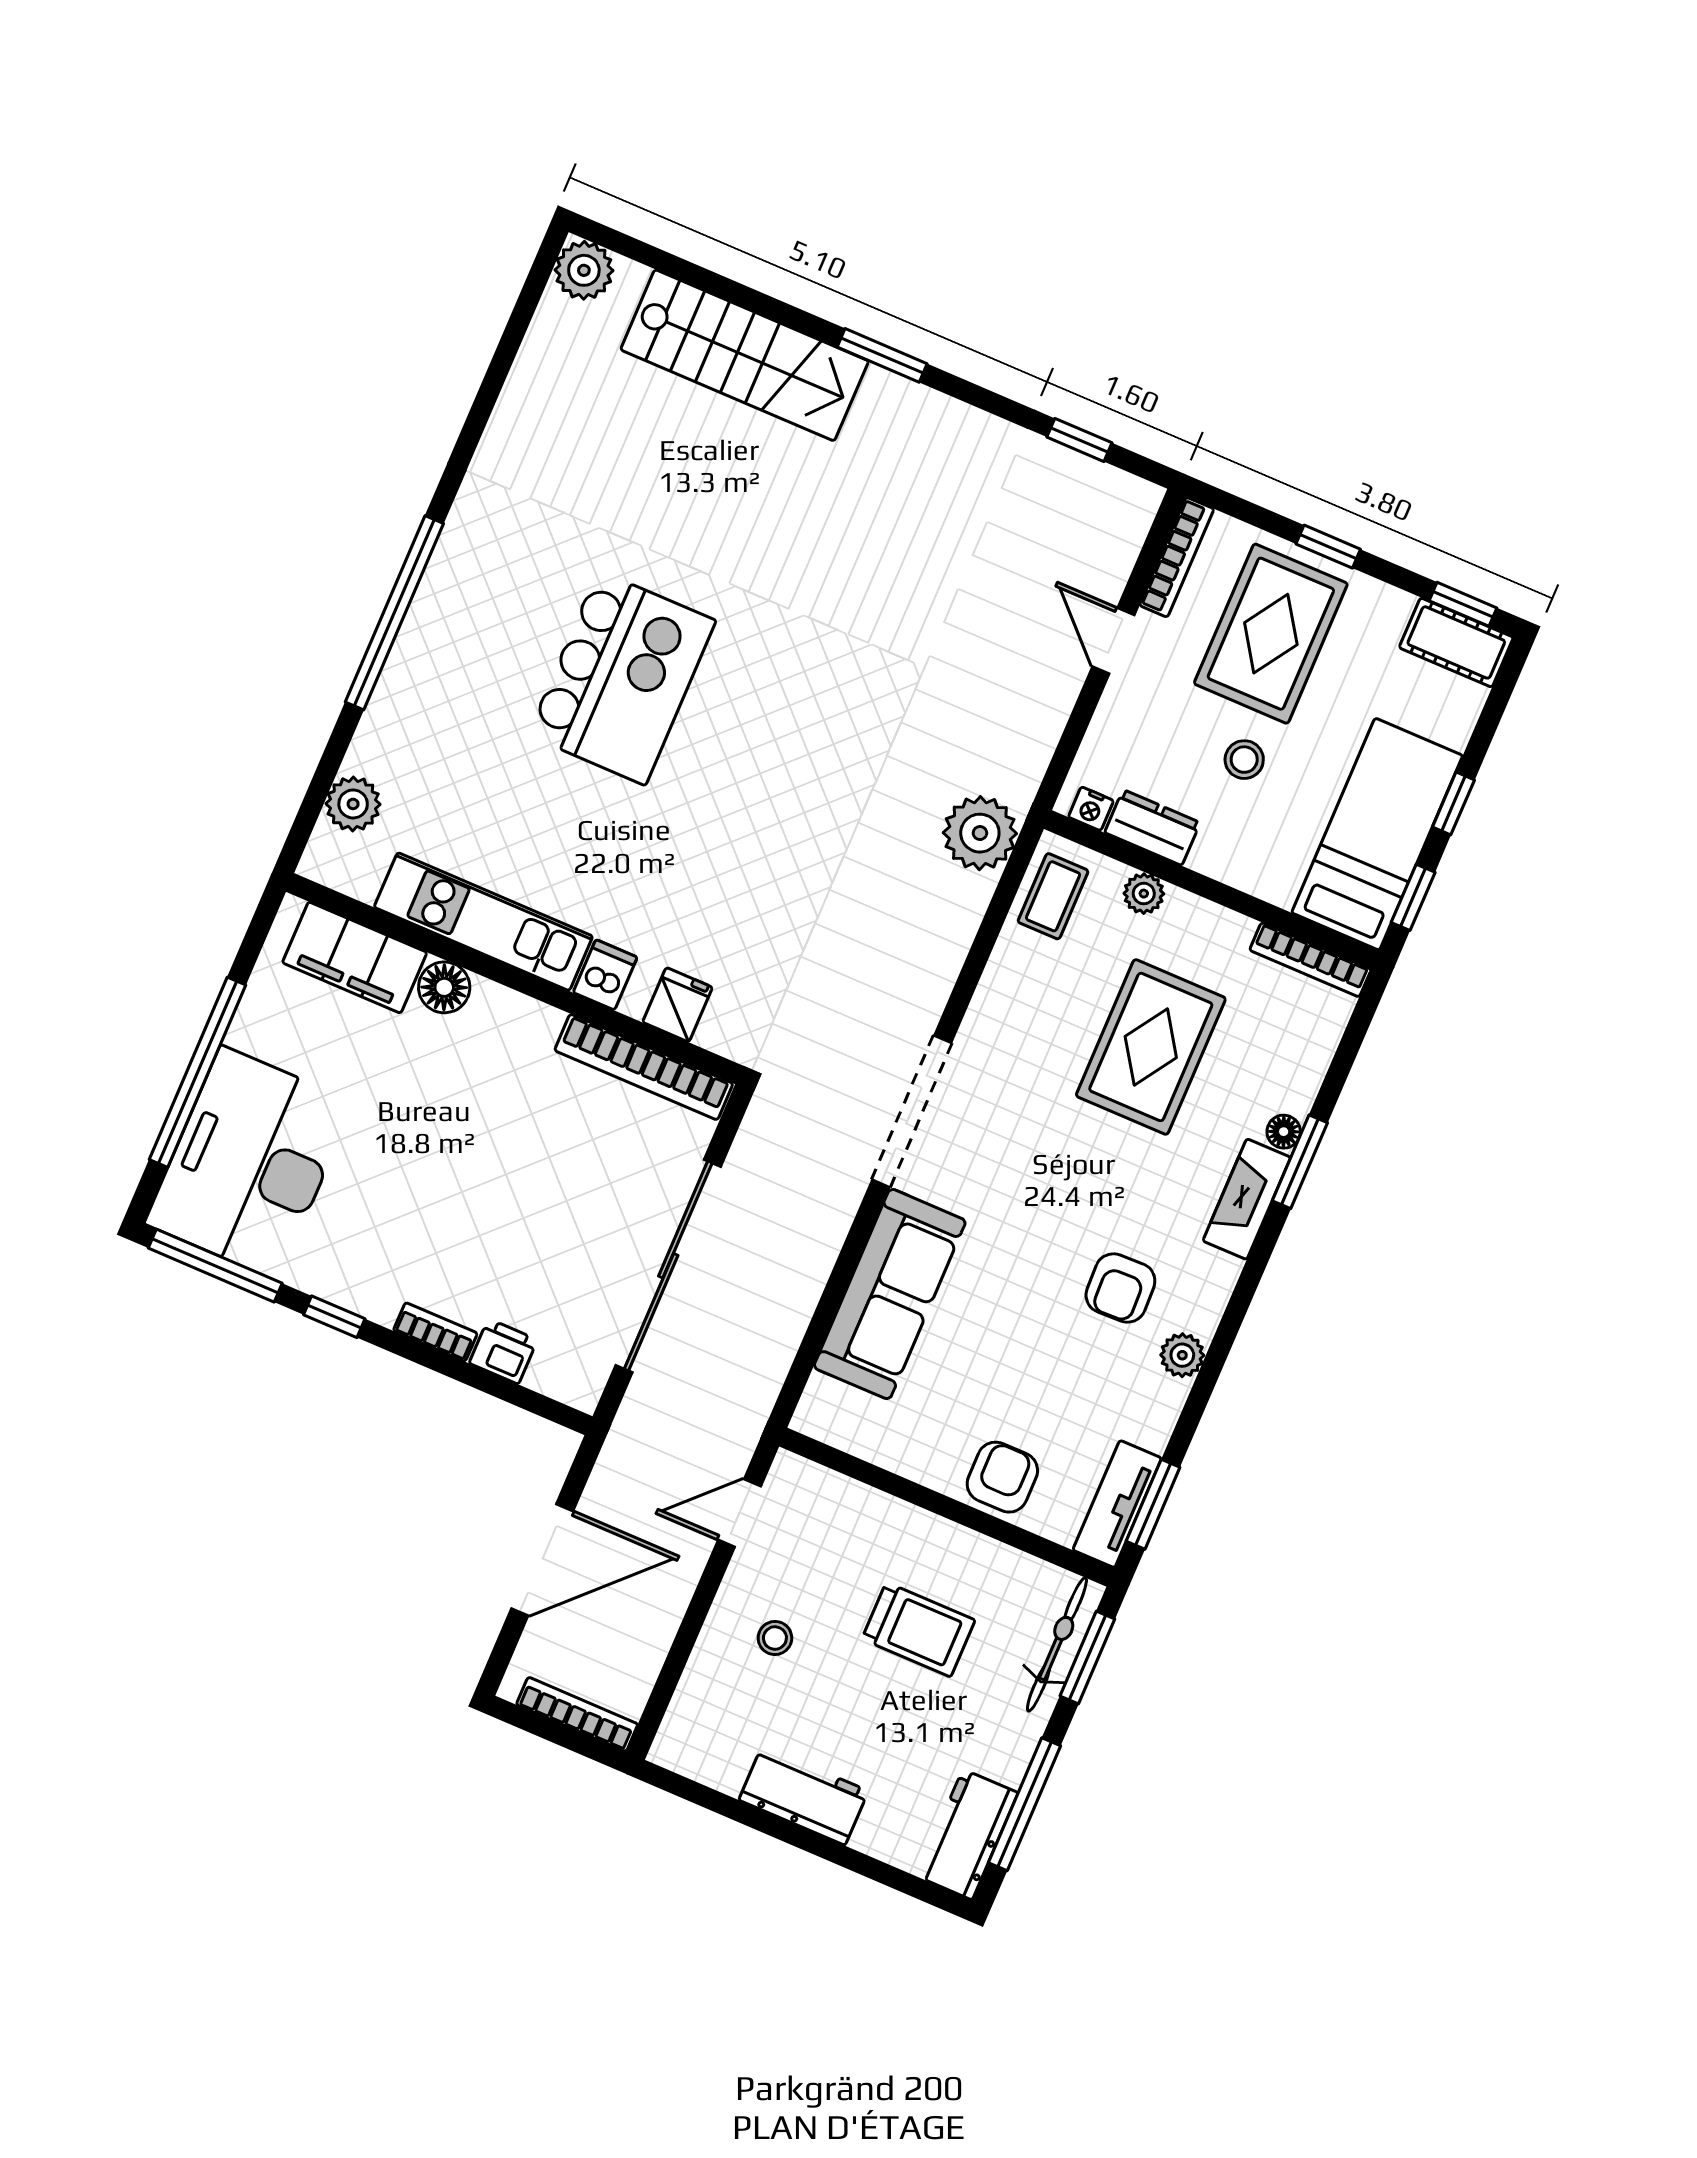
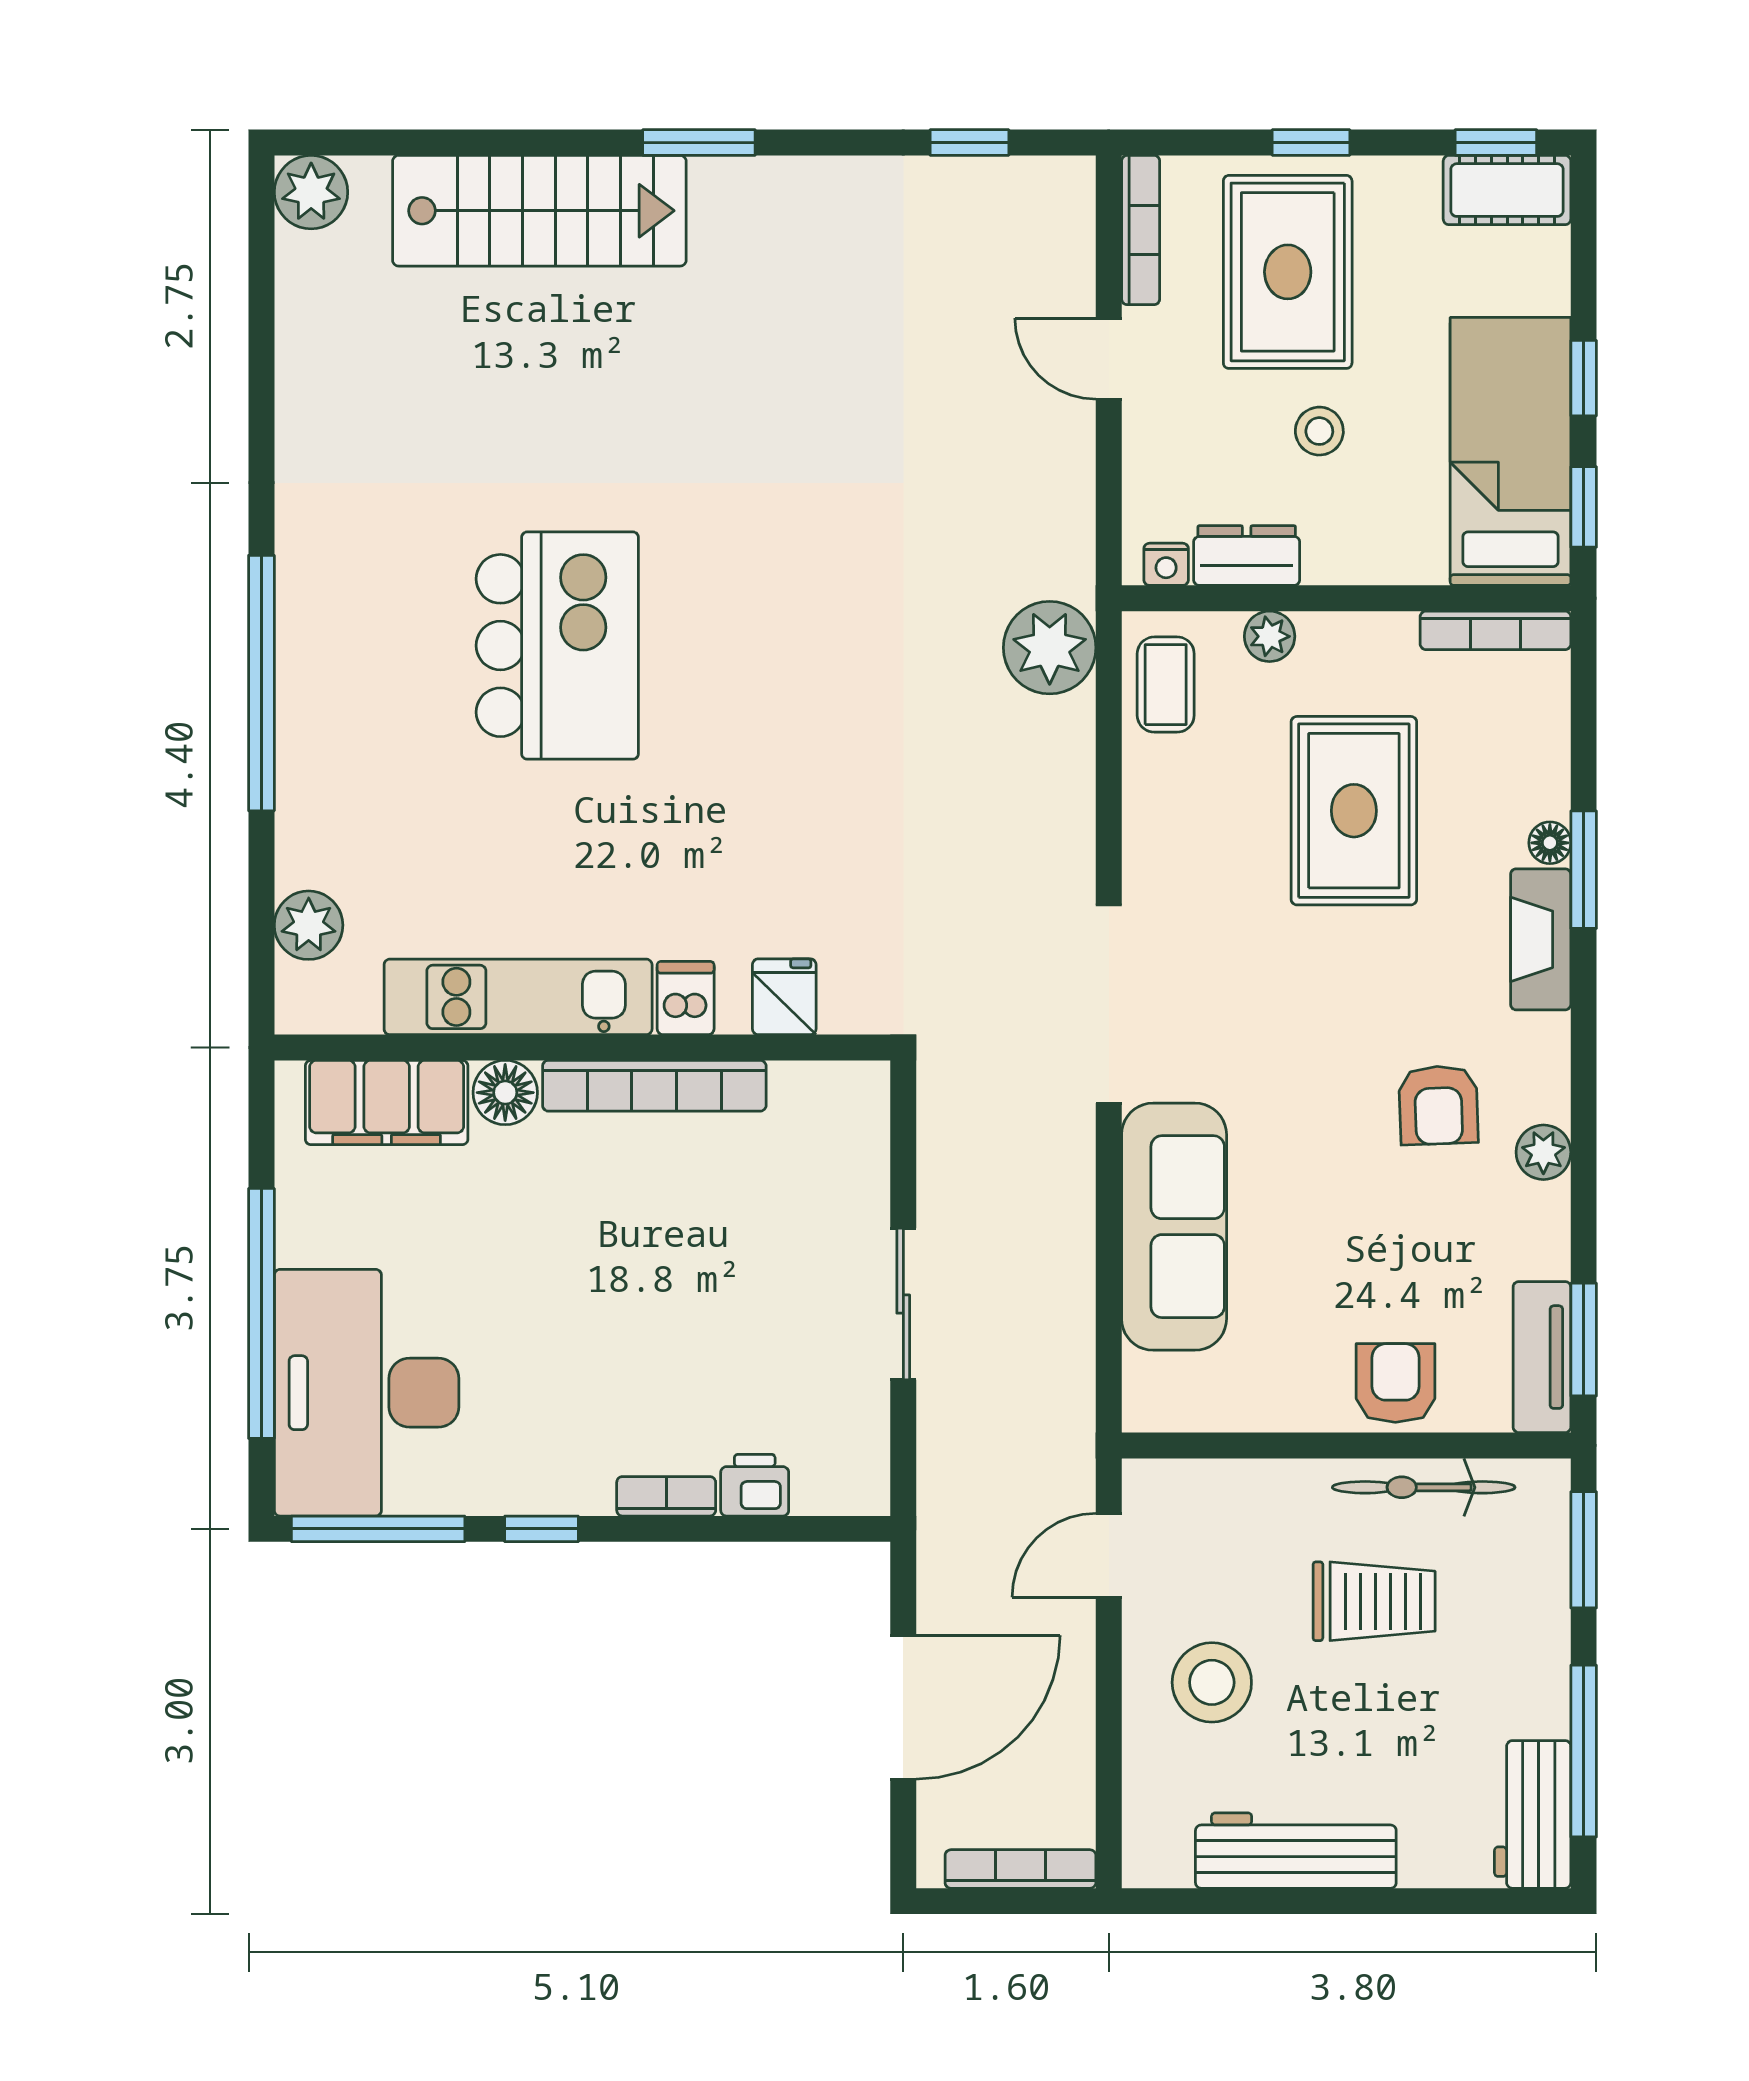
bookcase: (644, 1067) -> (654, 1086), moved
sliding door: (668, 1266) -> (903, 1304), width x0.54
stool: (775, 1638) -> (1212, 1682), width x1.89, depth x1.89
bicycle: (1057, 1644) -> (1424, 1487), moved, turned -90
workbench: (804, 1795) -> (1296, 1851), width x1.38

